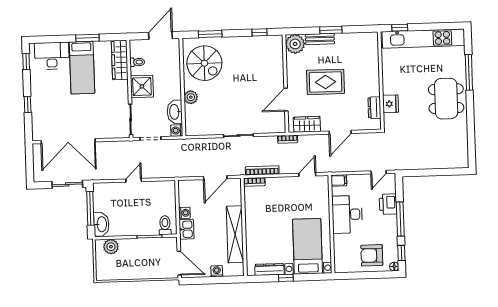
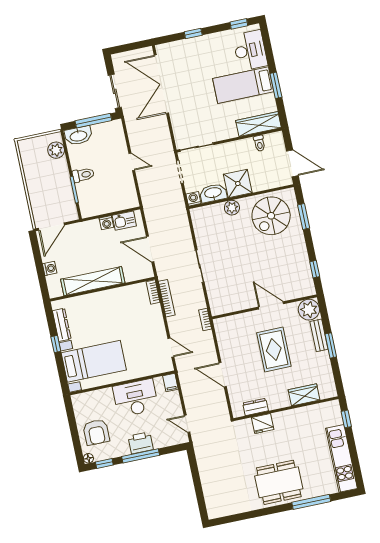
kitchen unit: (424, 39) -> (341, 458), width x0.73
shower: (142, 86) -> (238, 184), moved
door: (286, 100) -> (271, 305), moved
wardrobe: (307, 124) -> (304, 395), moved, turned -90
printer: (388, 204) -> (141, 443), moved
toilet: (165, 225) -> (83, 175), moved
kitchen sink: (187, 229) -> (124, 221), moved
armchair: (372, 255) -> (96, 432), turned 180

